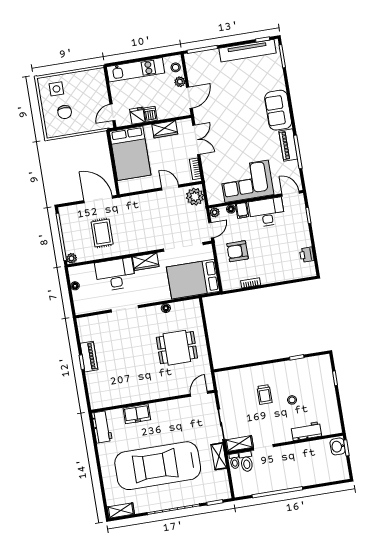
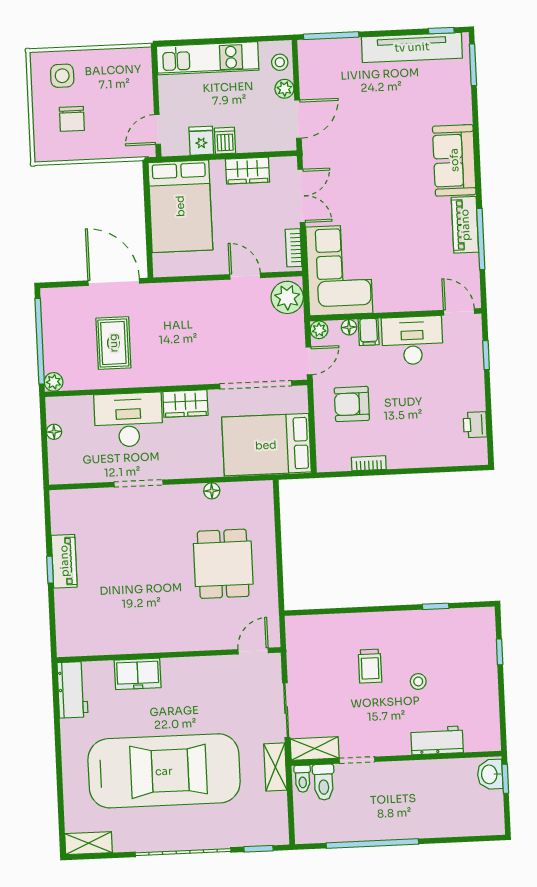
corner sofa: (247, 181) -> (339, 270), moved, turned 90
dining table: (177, 348) -> (223, 564), turned 90
car: (158, 466) -> (164, 771), turned 180

